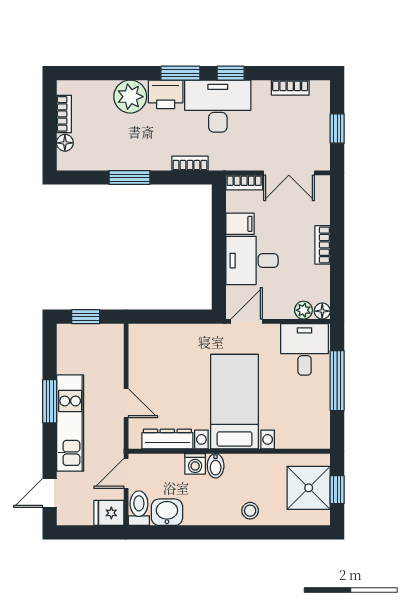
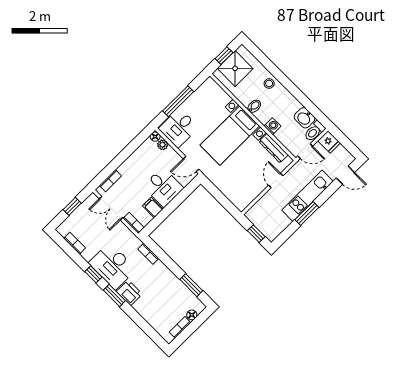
plant: (130, 97) -> (145, 307), removed
double door: (289, 173) -> (111, 208), swing flipped
window: (129, 178) -> (191, 285), moved
bookcase: (323, 245) -> (110, 181), moved
bidet: (216, 466) -> (254, 106), moved

